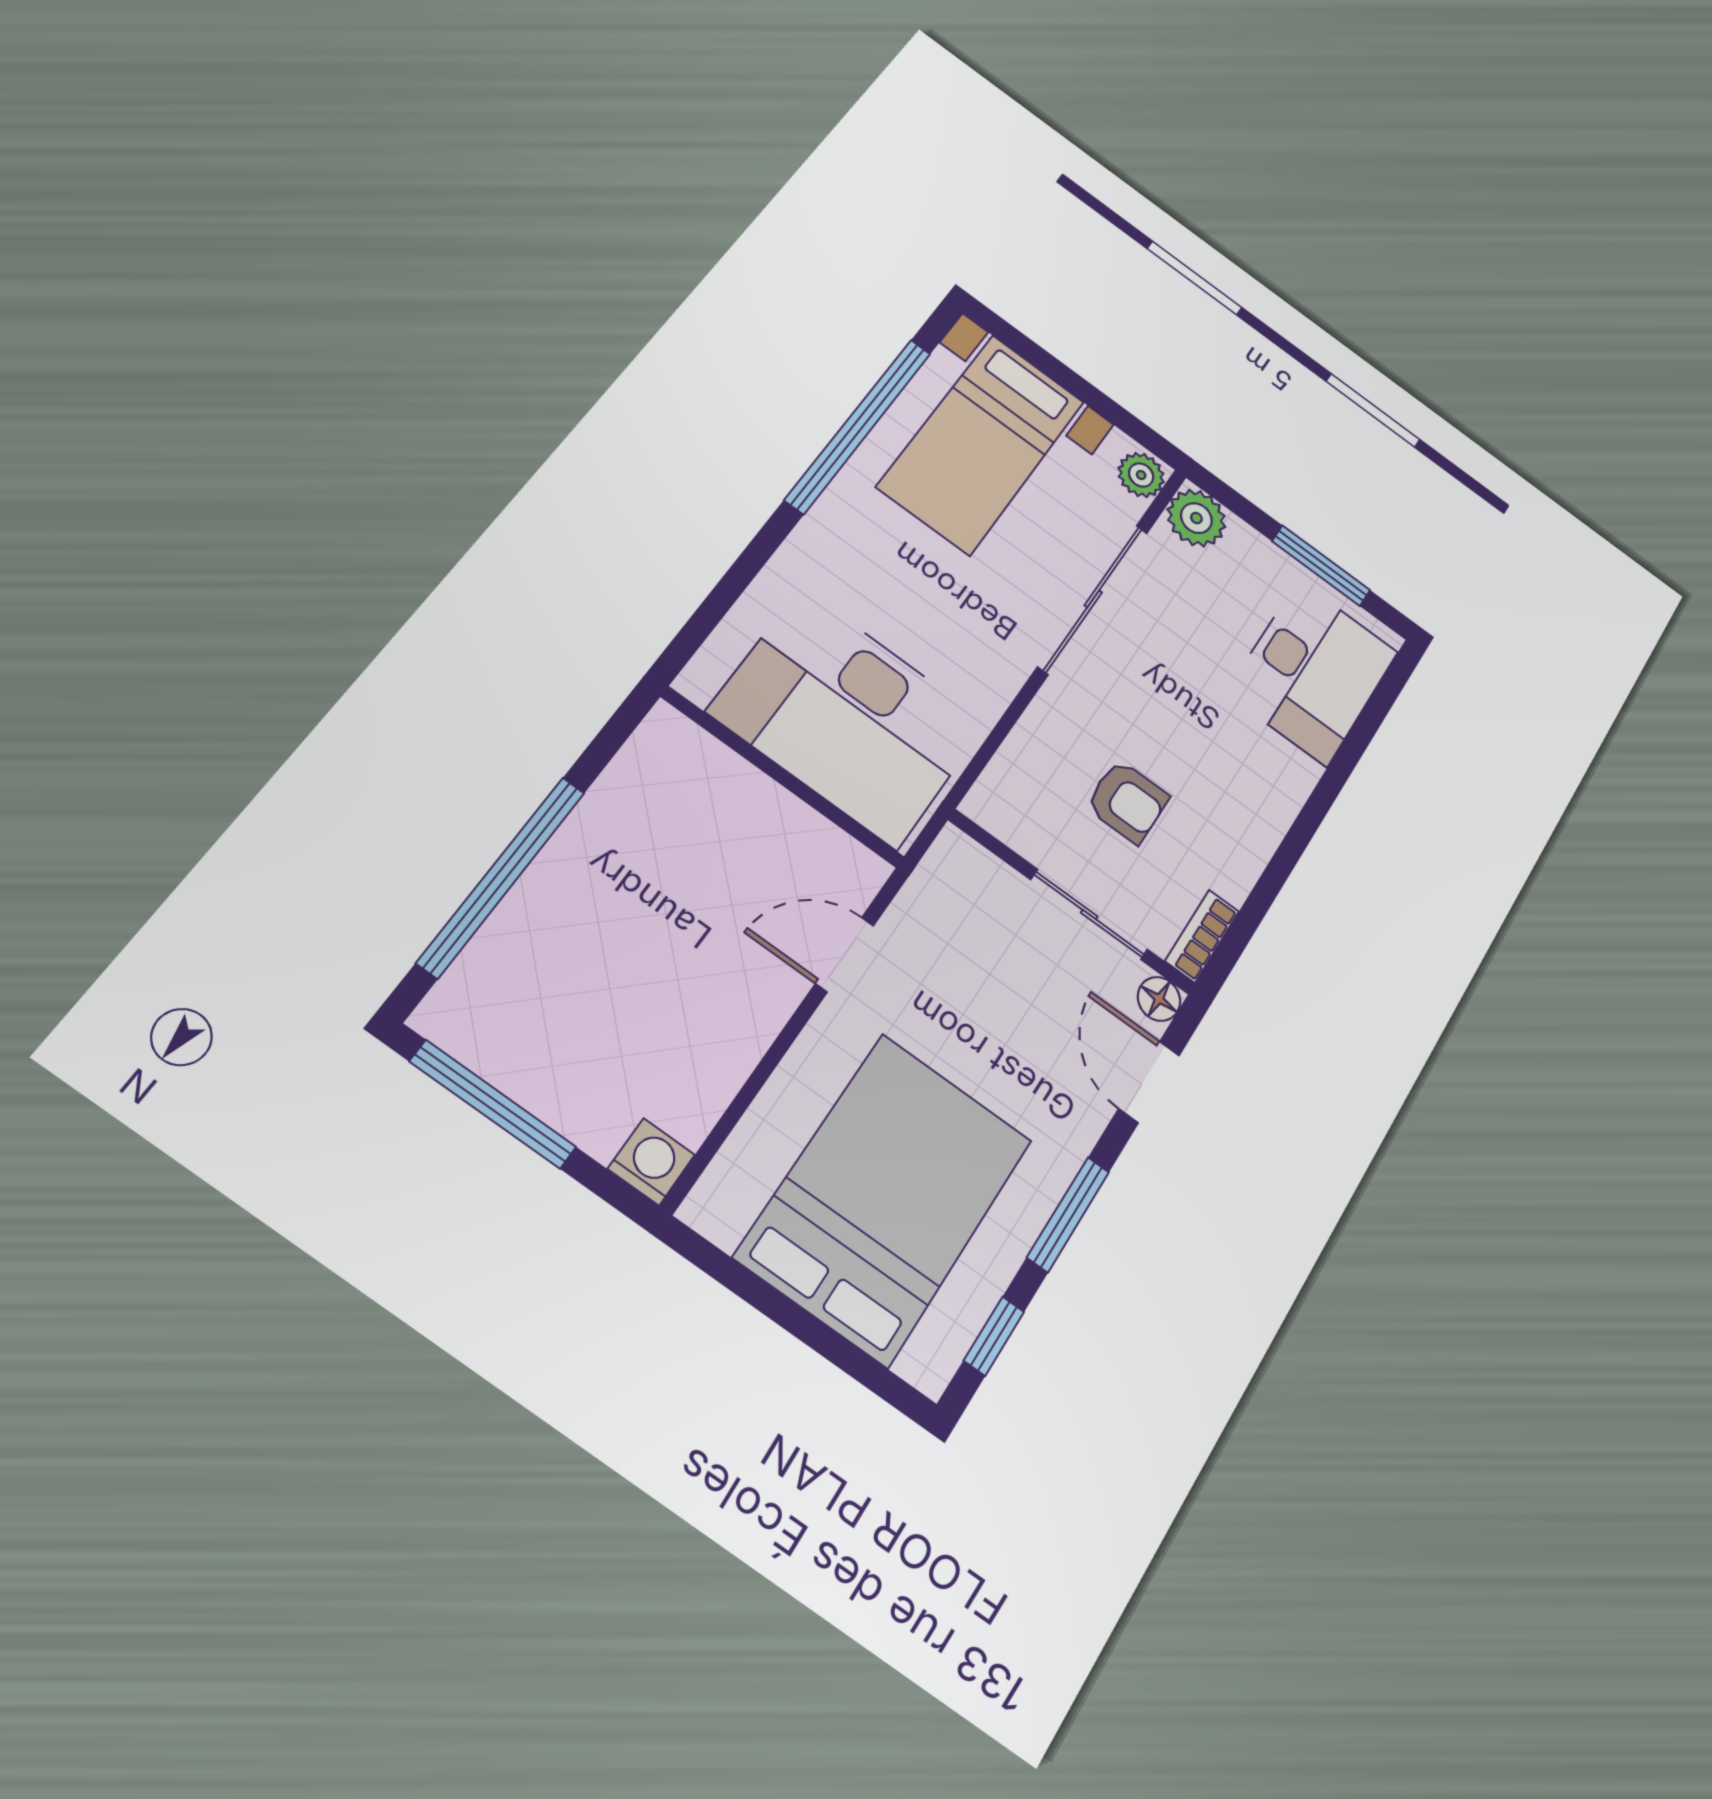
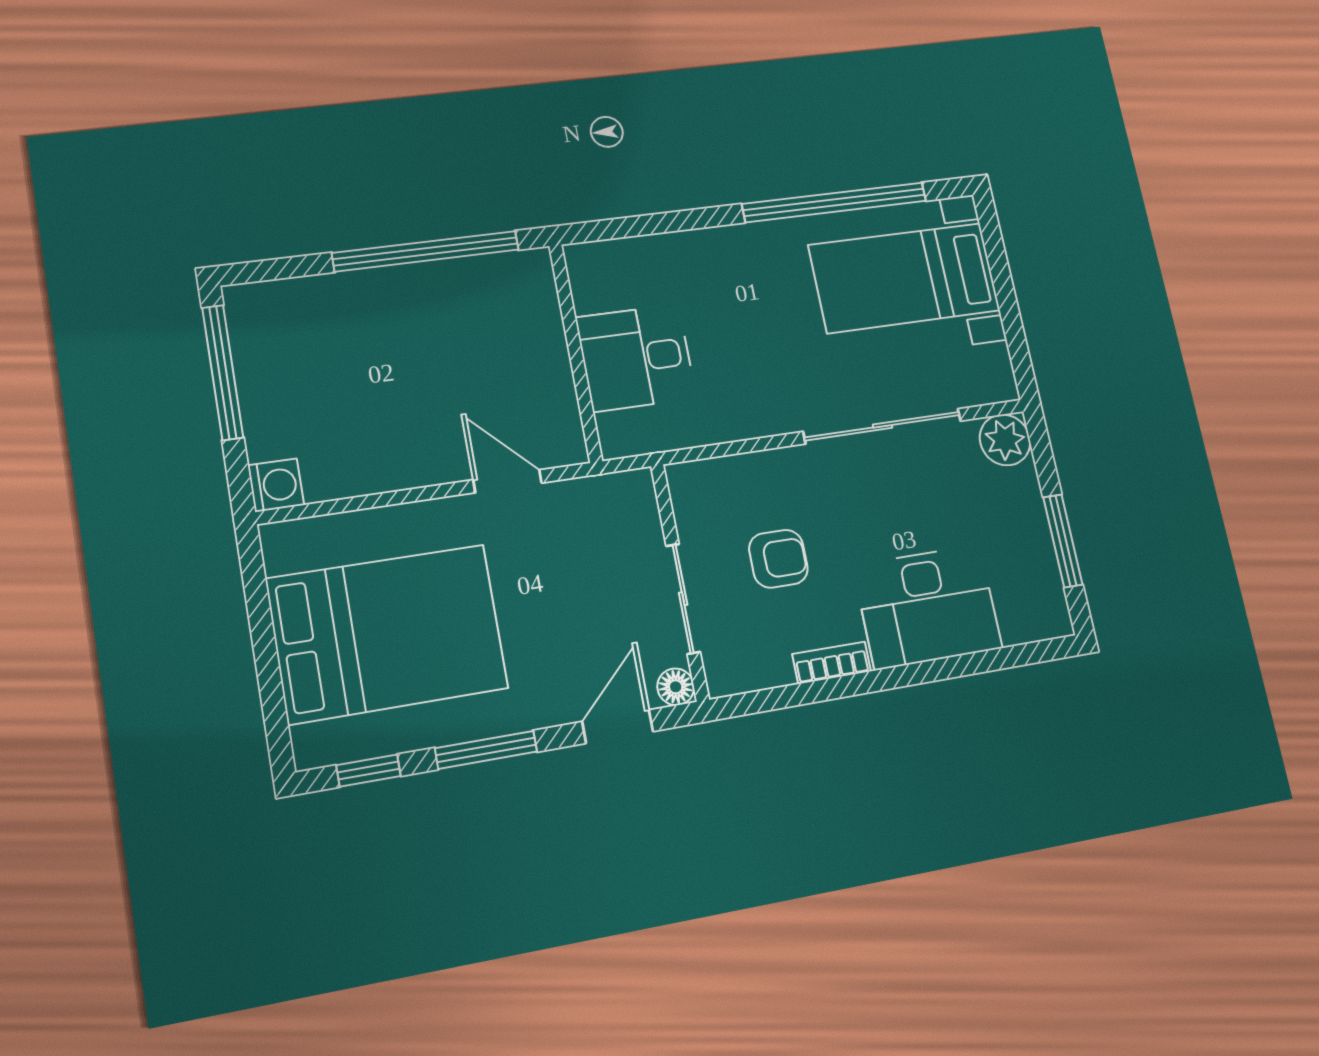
plant: (1141, 475) -> (994, 384), removed
desk: (1313, 672) -> (928, 607), moved
desk: (848, 717) -> (636, 358), width x0.53, depth x0.77
armchair: (1127, 801) -> (778, 559), turned -90
window: (502, 876) -> (426, 251), moved
bookcase: (1202, 936) -> (832, 663), moved

